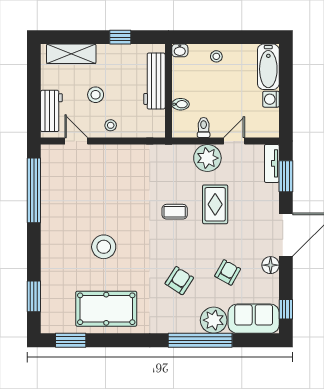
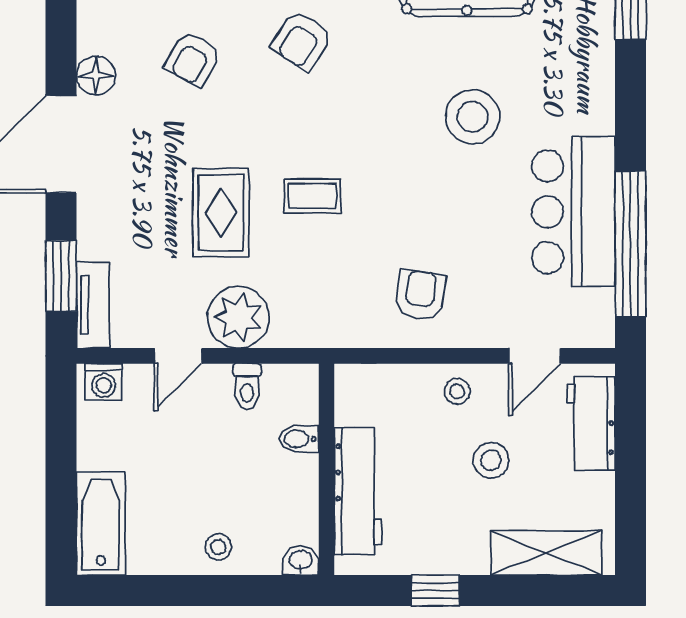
washing machine: (271, 99) -> (104, 382), moved, turned 90
door: (76, 141) -> (535, 356), hinge flipped
armchair: (127, 168) -> (420, 295), added
bar counter: (59, 205) -> (573, 212), added

